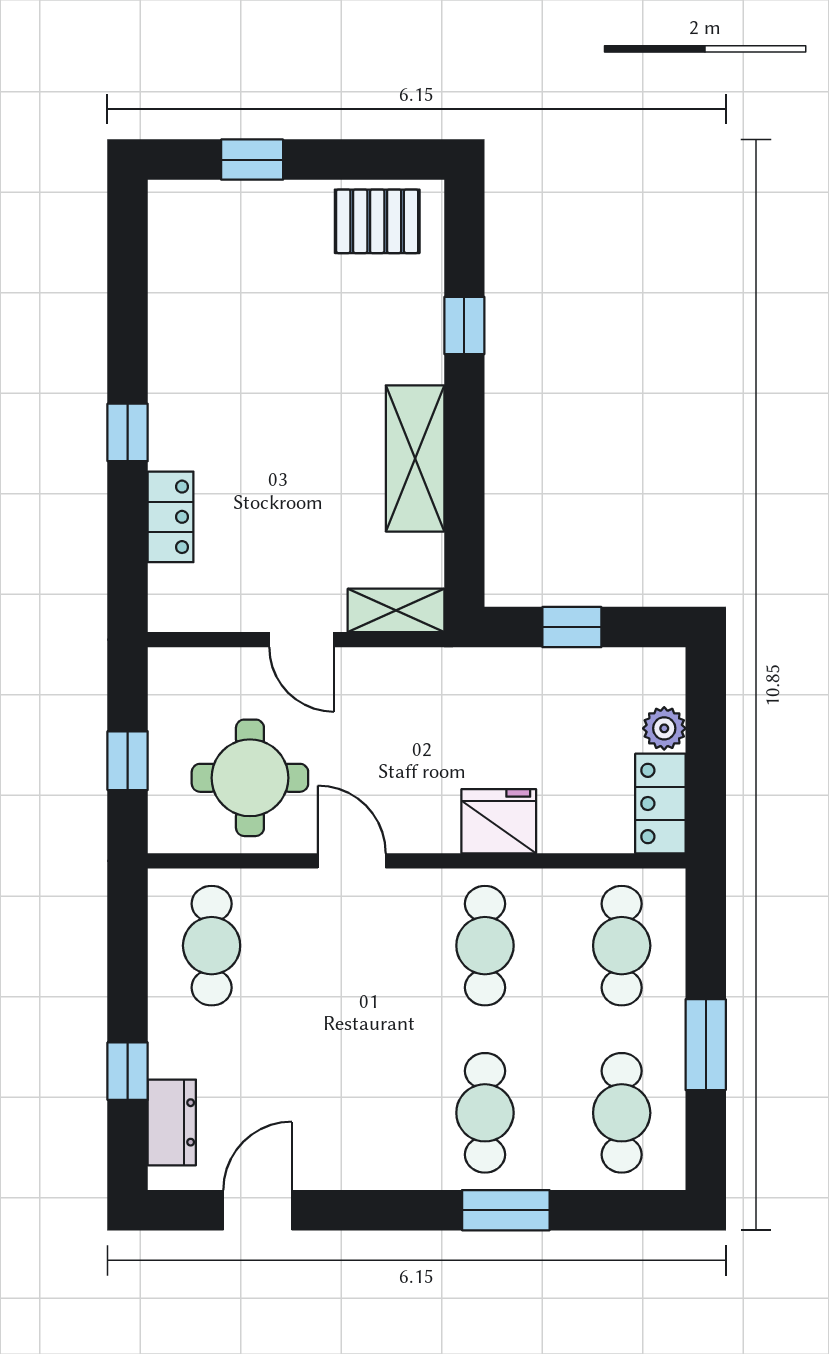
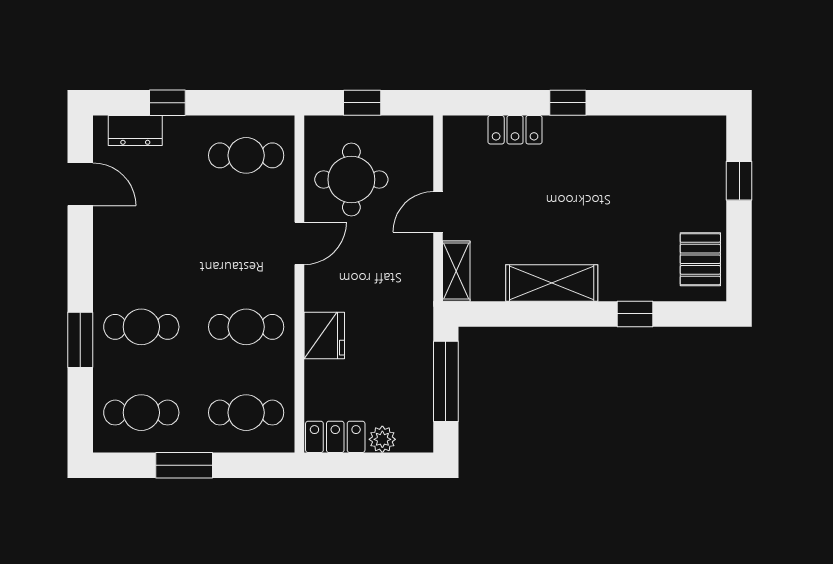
window: (572, 627) -> (446, 381), width x2.17

